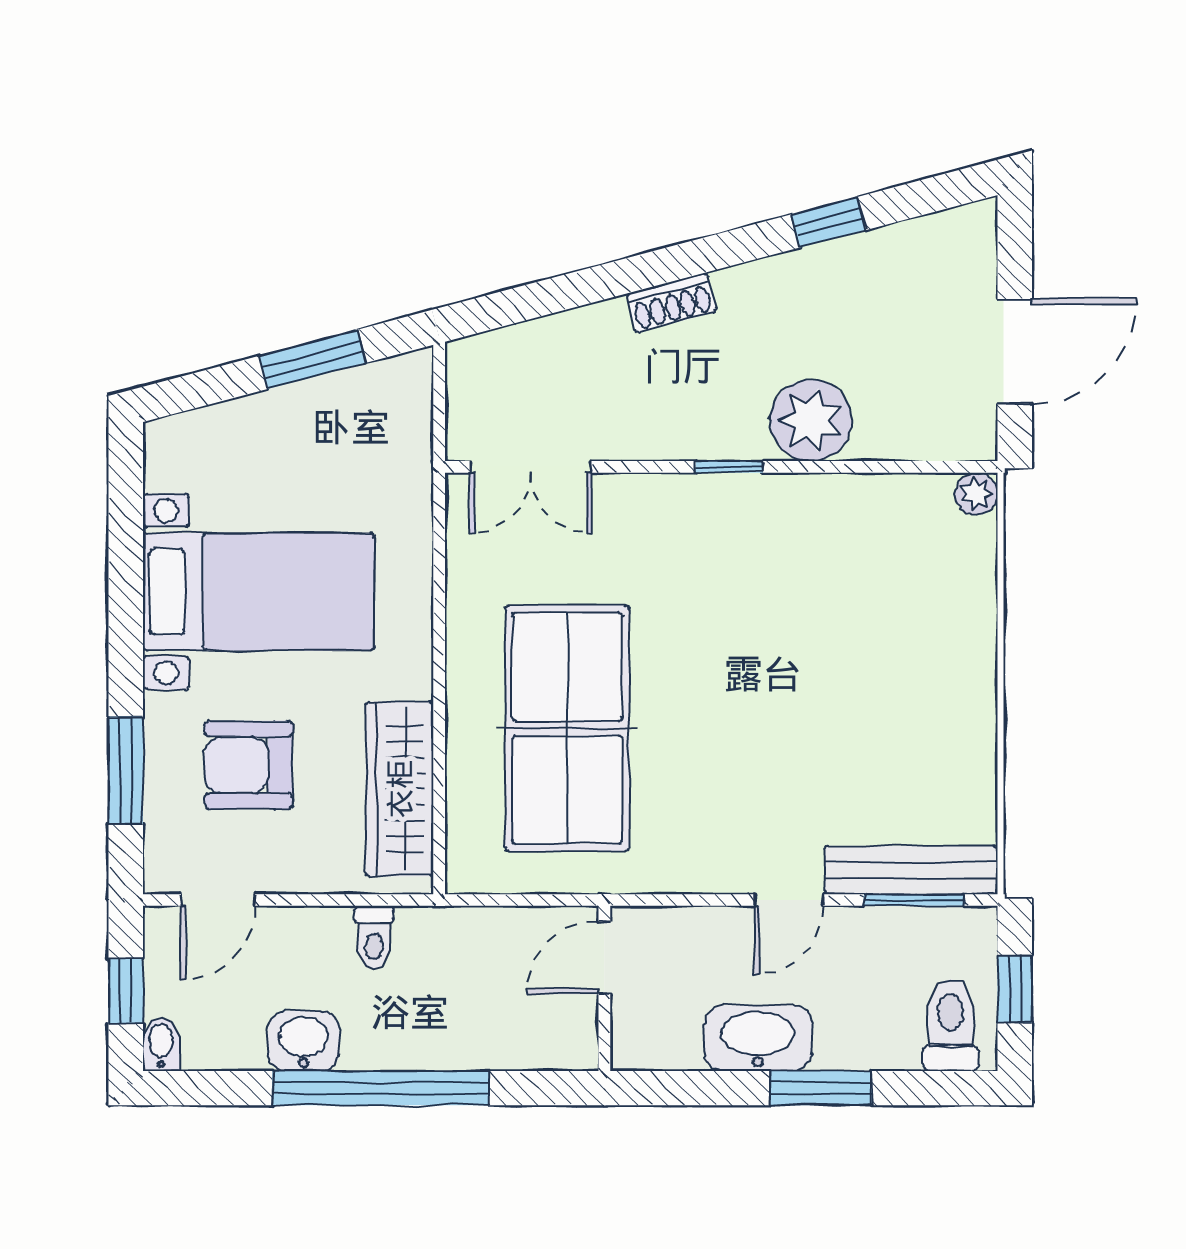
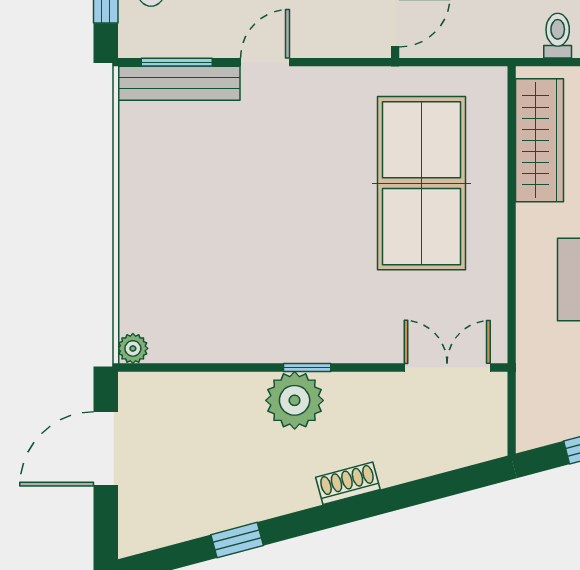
plant: (811, 420) -> (295, 400), moved

